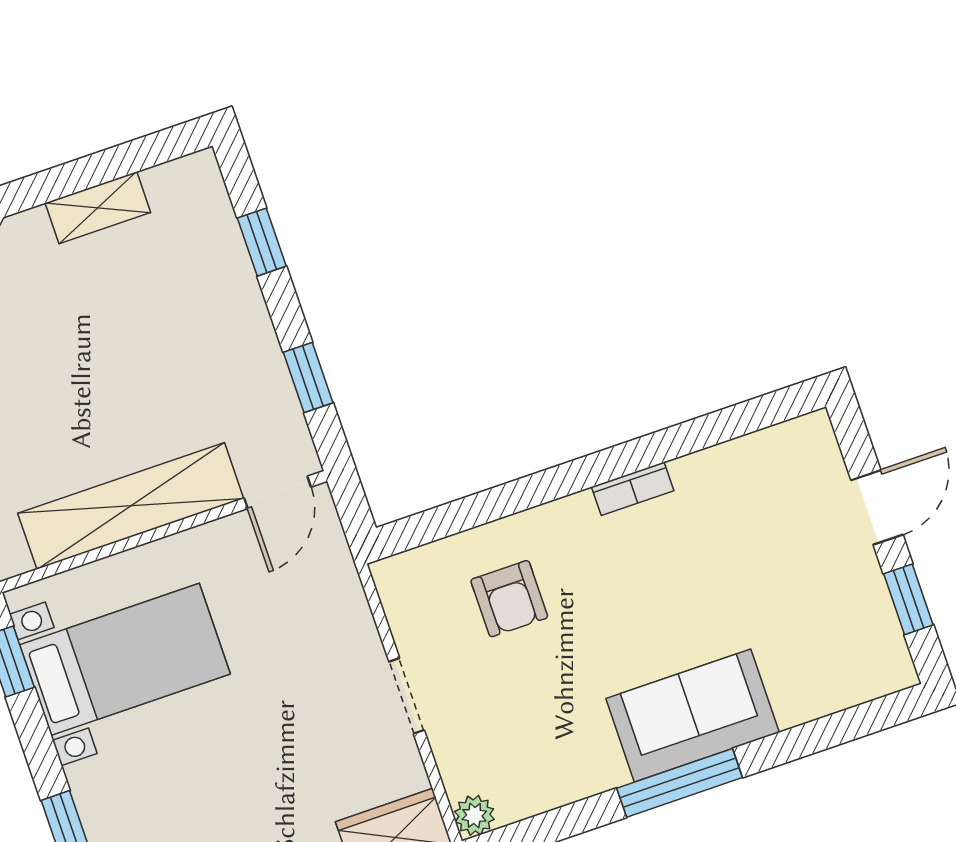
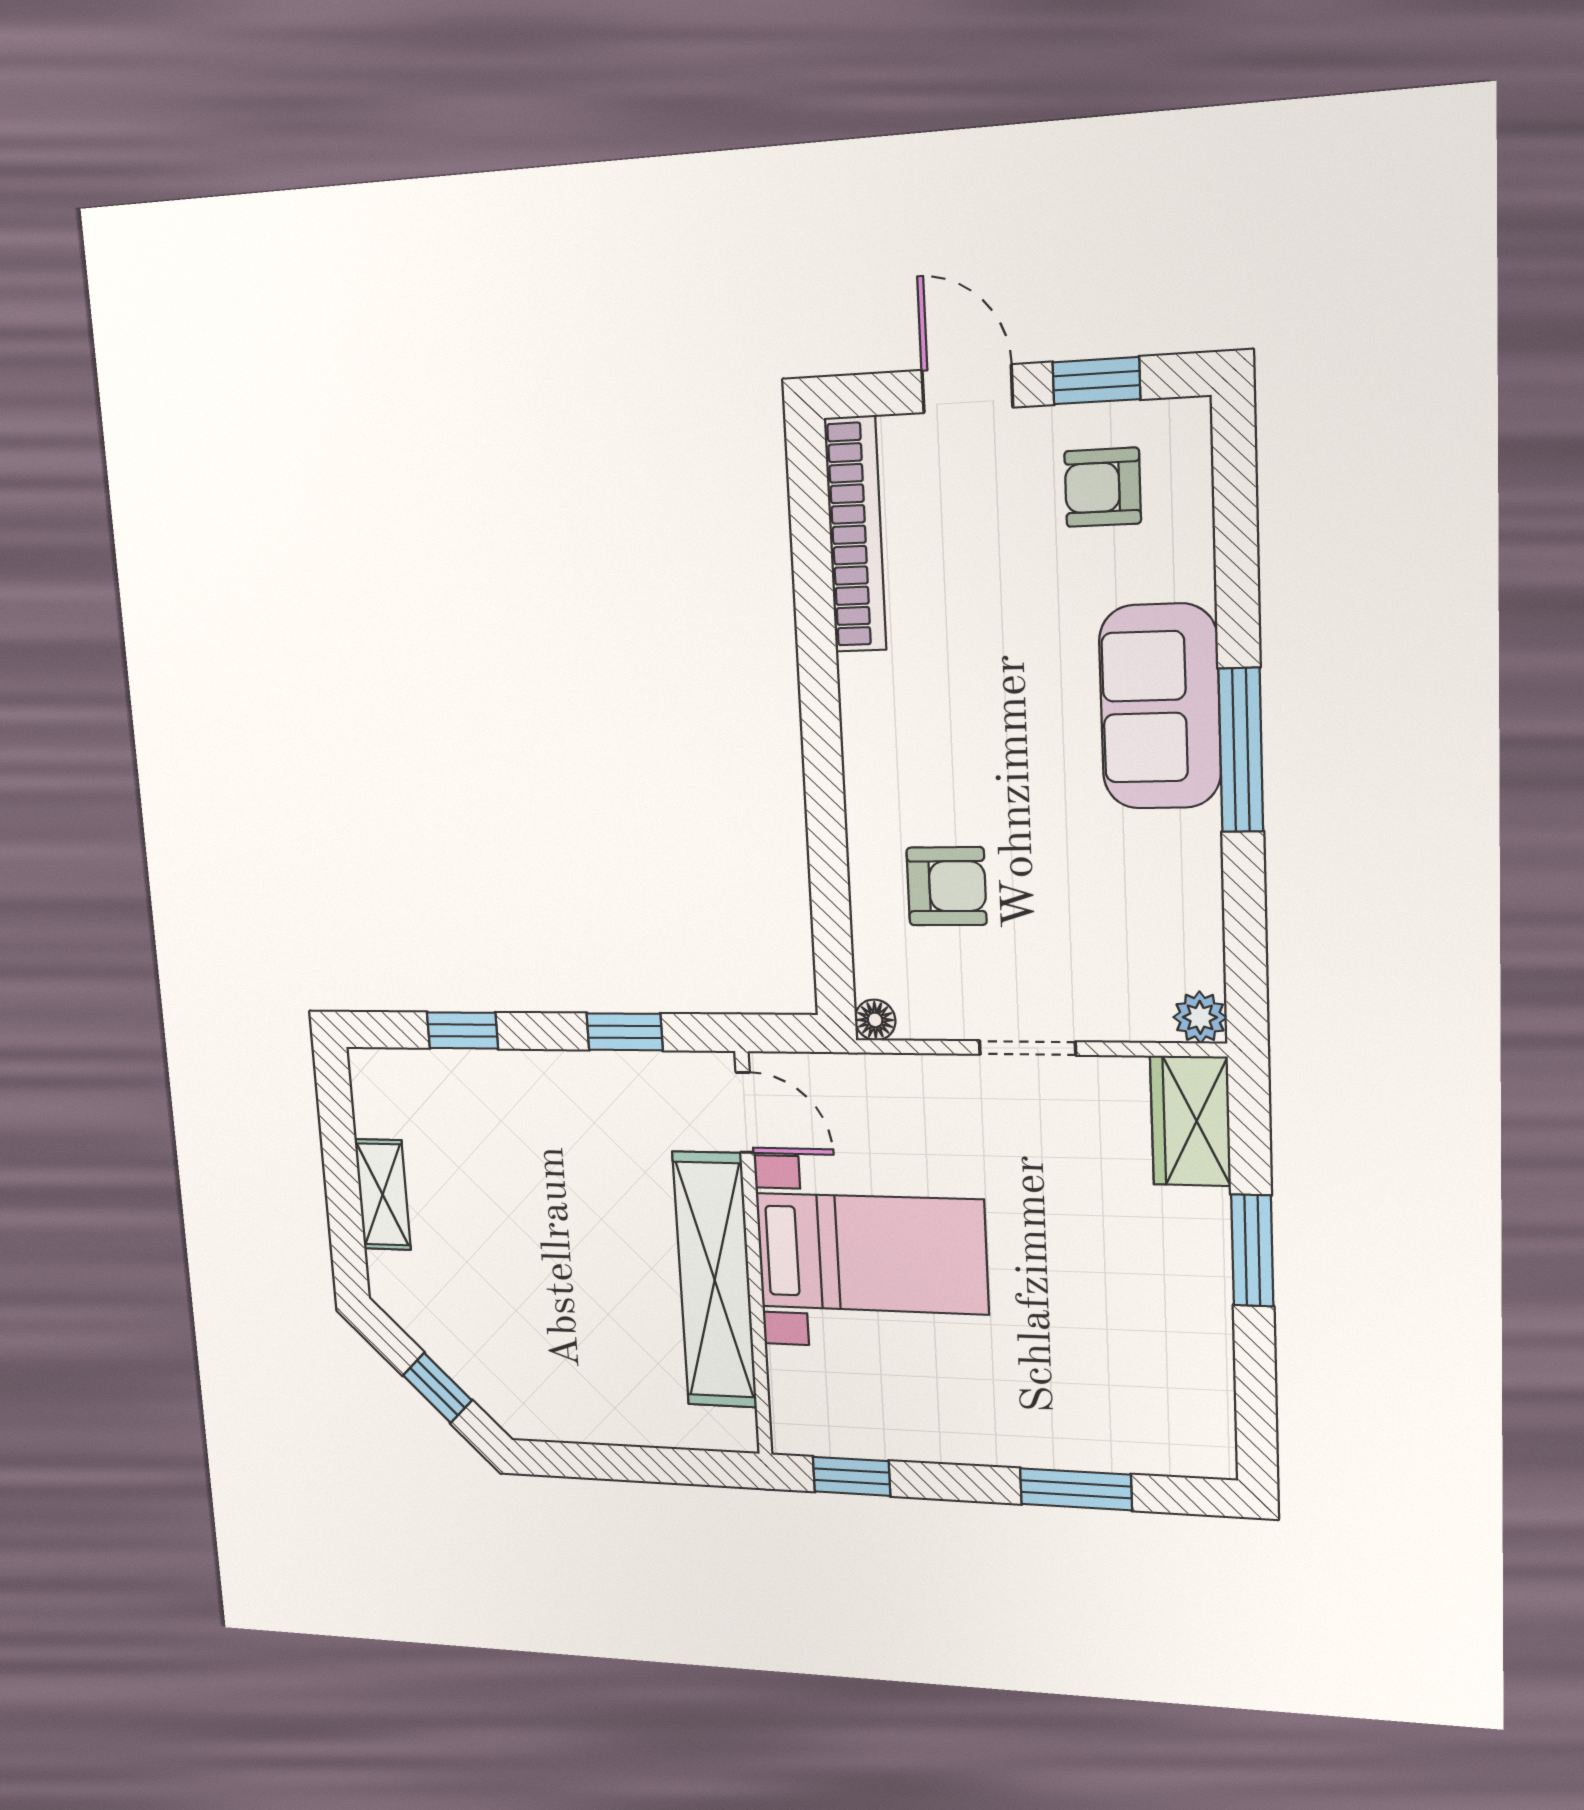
bookcase: (633, 489) -> (855, 534), moved, width x2.31, depth x1.31
floor lamp: (388, 574) -> (875, 1020), added
armchair: (836, 626) -> (1103, 487), added
bed with nightstands: (125, 659) -> (871, 1254), moved, turned 90

